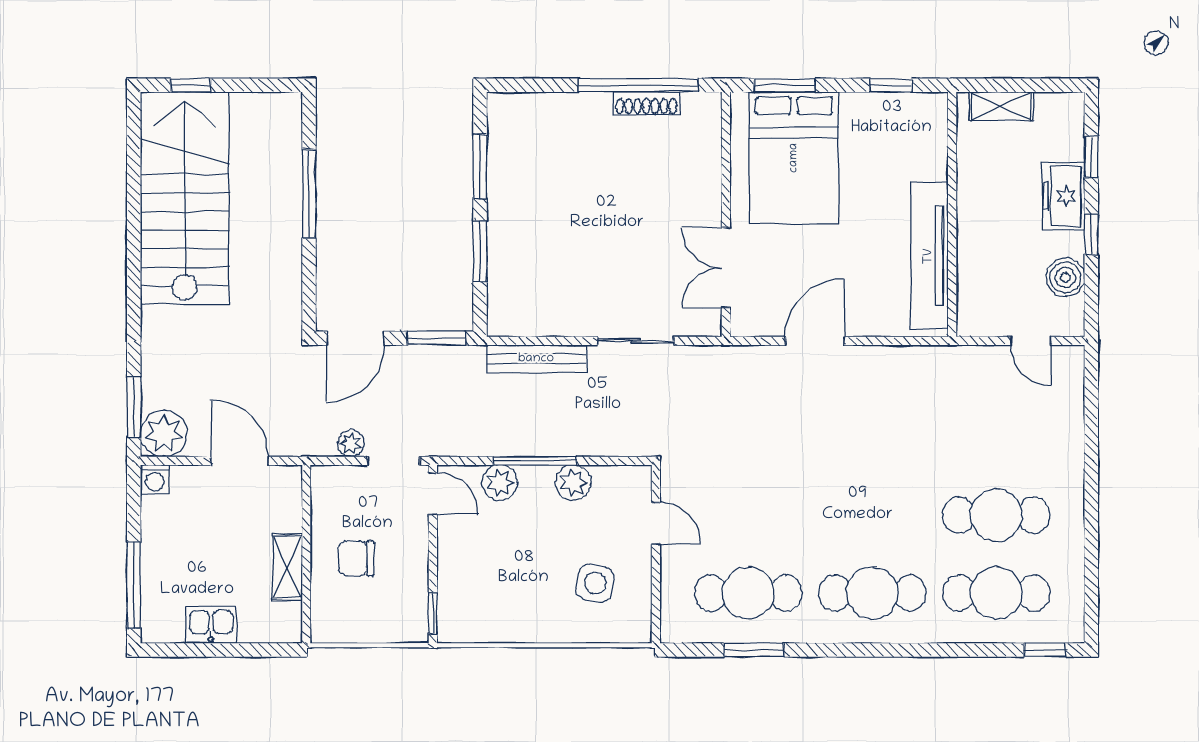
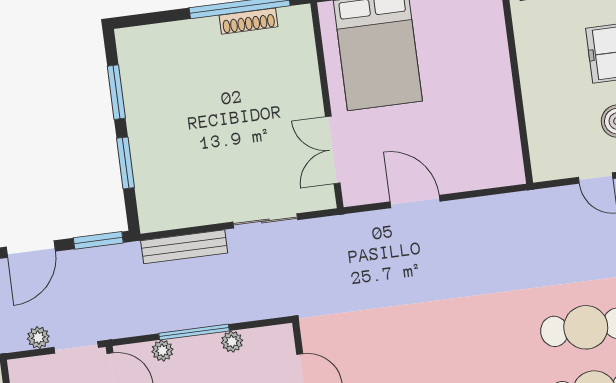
tv unit: (929, 256) -> (502, 118), removed
door: (815, 341) -> (415, 201), hinge flipped
plant: (500, 482) -> (162, 351), width x0.73, depth x0.73
plant: (573, 483) -> (232, 342), width x0.73, depth x0.73

